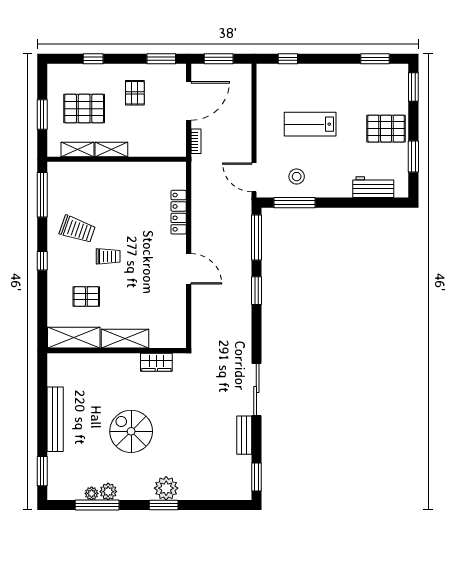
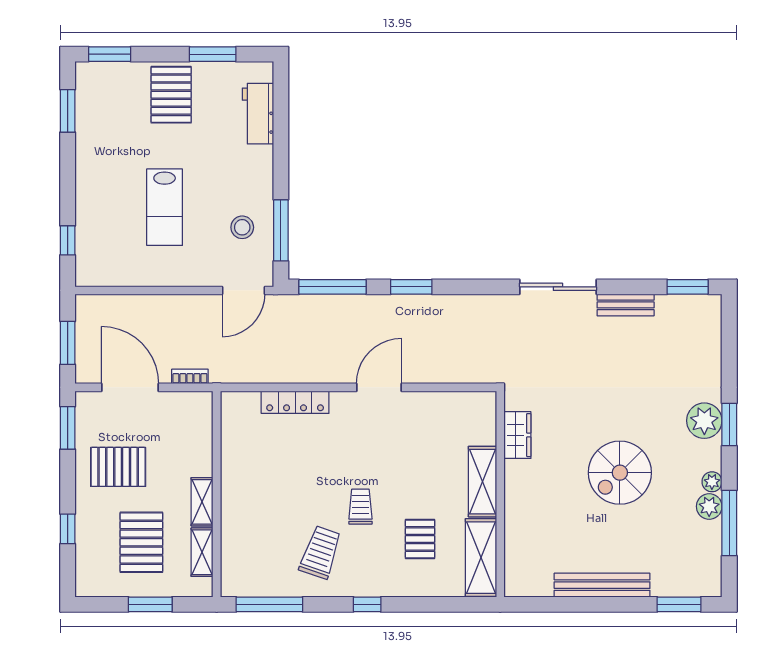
pallet: (135, 93) -> (118, 467), width x1.50, depth x1.42
plant: (92, 493) -> (712, 482), moved

